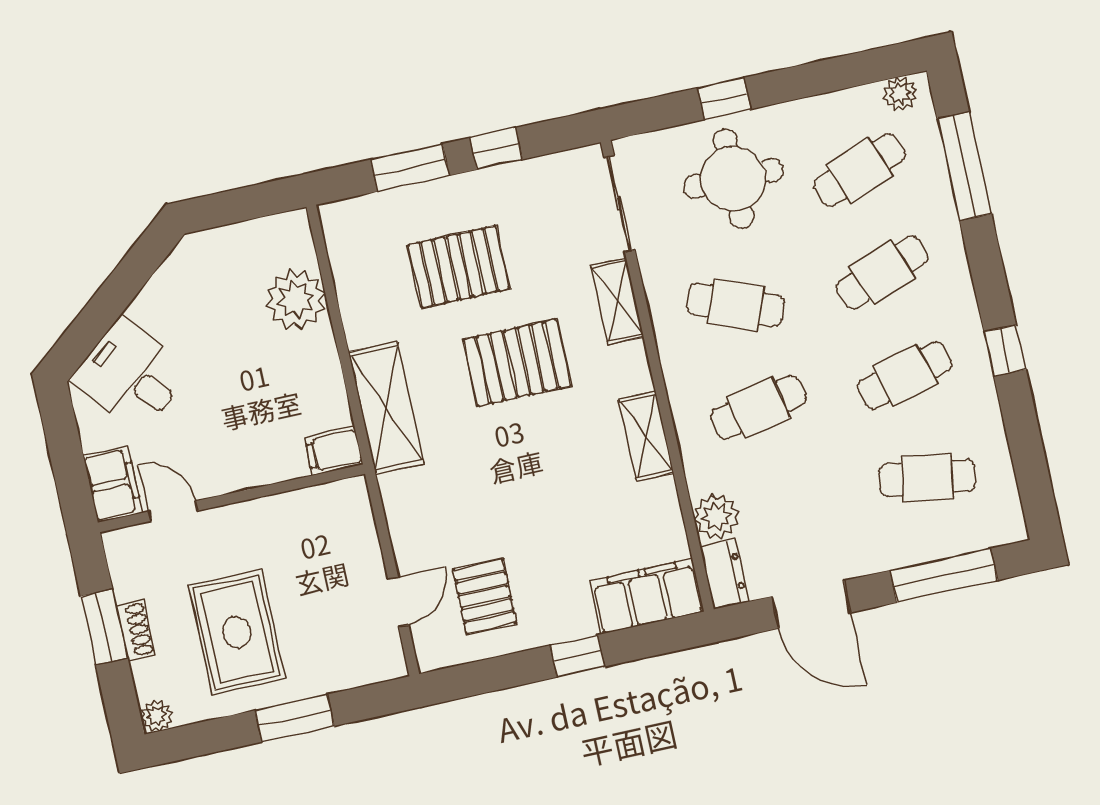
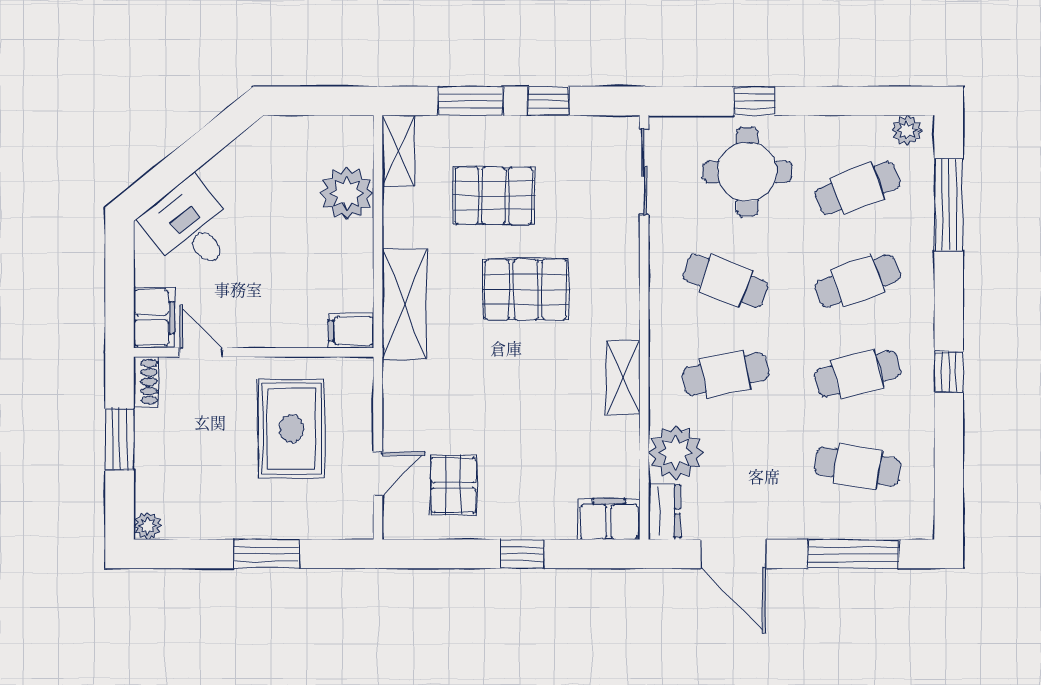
shelving: (617, 301) -> (398, 151), moved
plant: (716, 516) -> (676, 453), width x1.36, depth x1.36
filing cabinet: (647, 596) -> (609, 519), width x0.67, depth x0.86
shoe rack: (136, 630) -> (146, 382), moved
rug: (237, 632) -> (291, 429), moved

